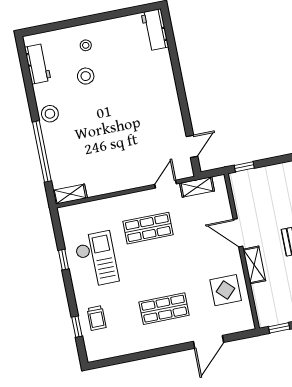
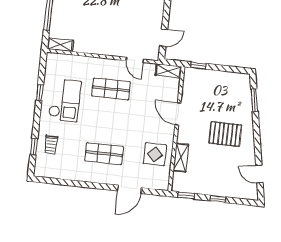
door: (166, 184) -> (135, 60), swing flipped
shelving: (197, 187) -> (168, 71), moved
shelving: (254, 265) -> (181, 158), moved

